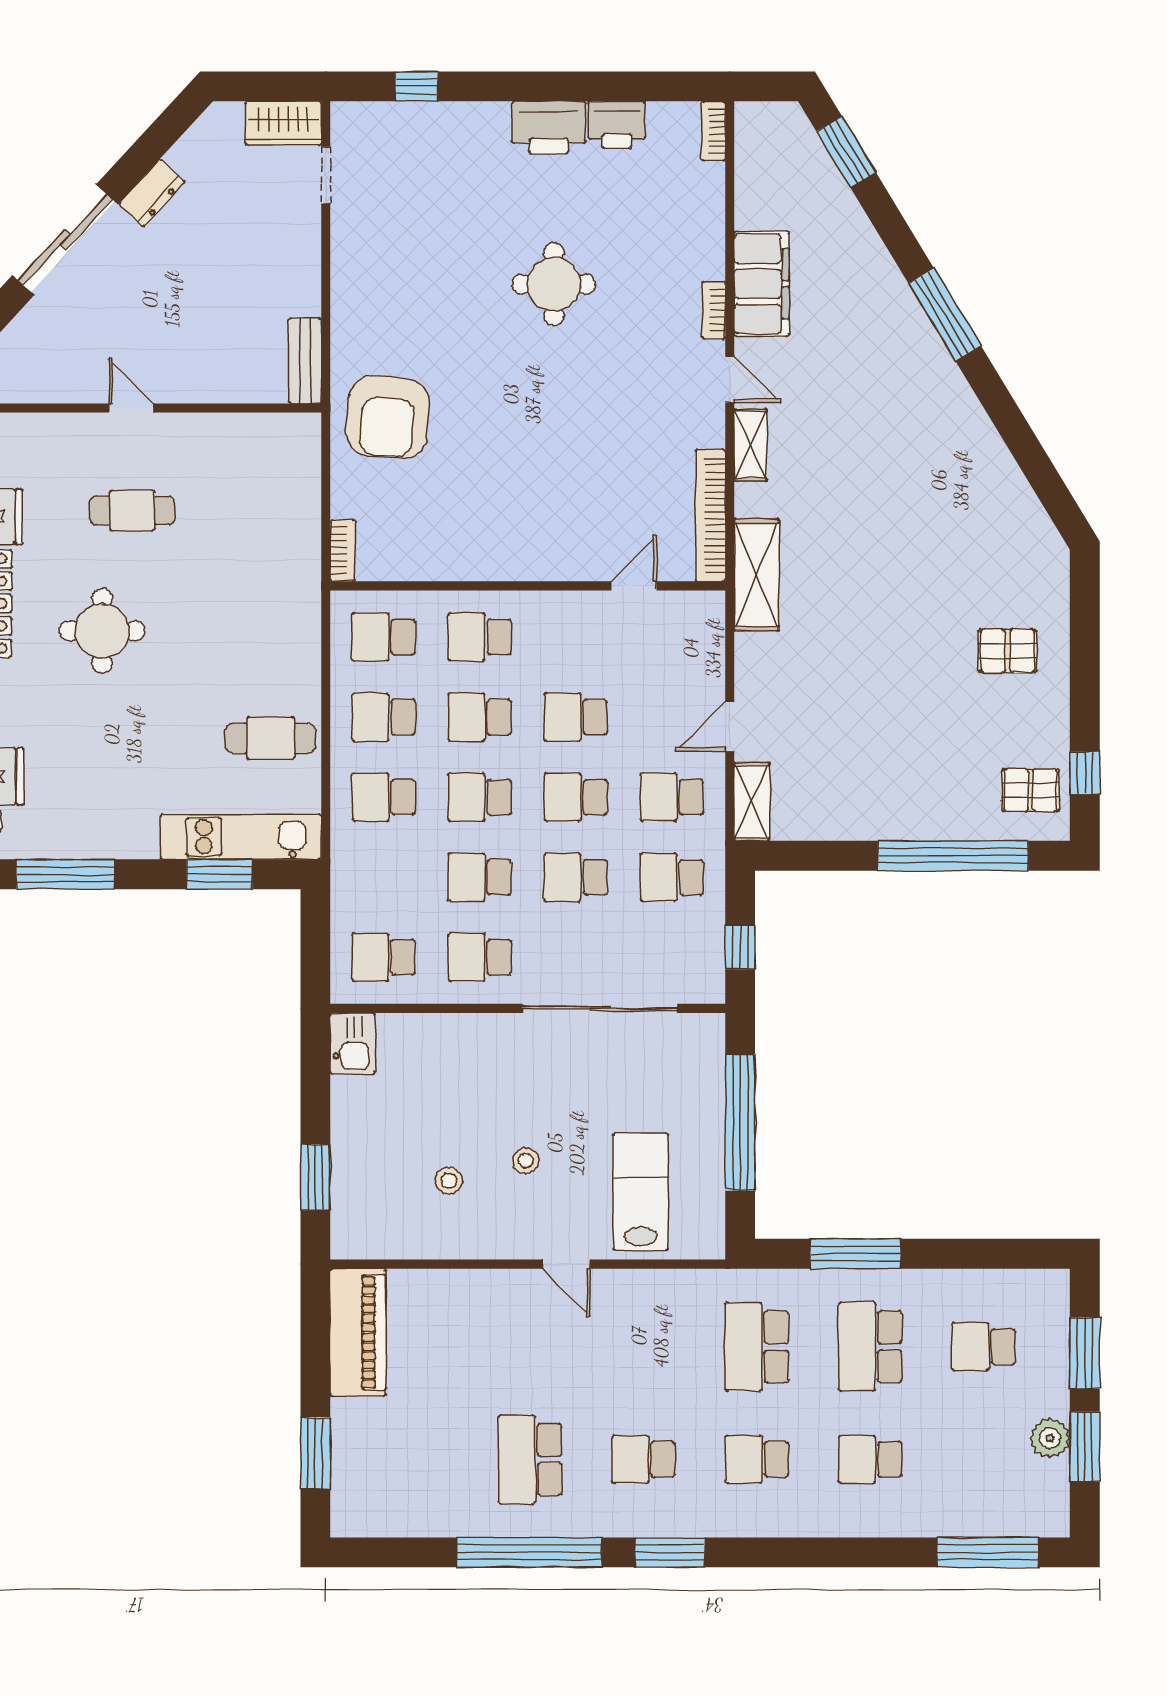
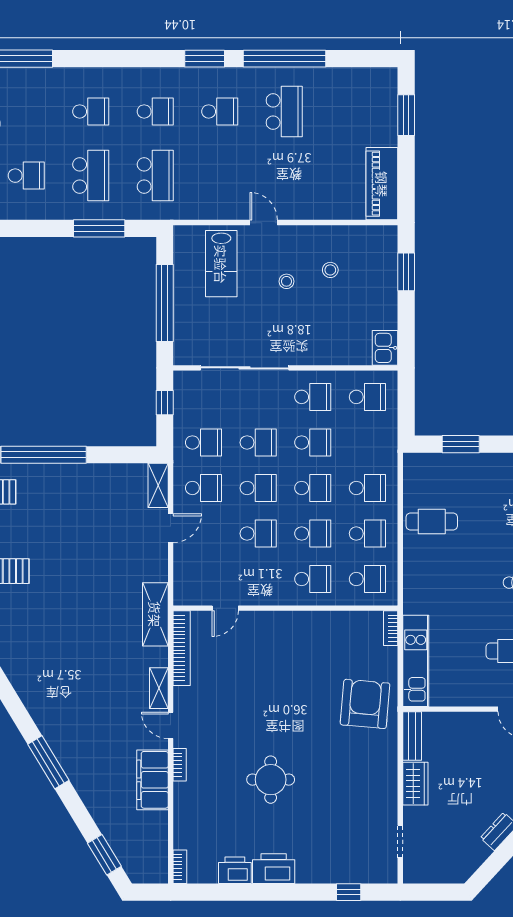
wardrobe: (283, 123) -> (415, 784), moved, turned 90
kitchen unit: (241, 837) -> (416, 661), moved, turned -90

